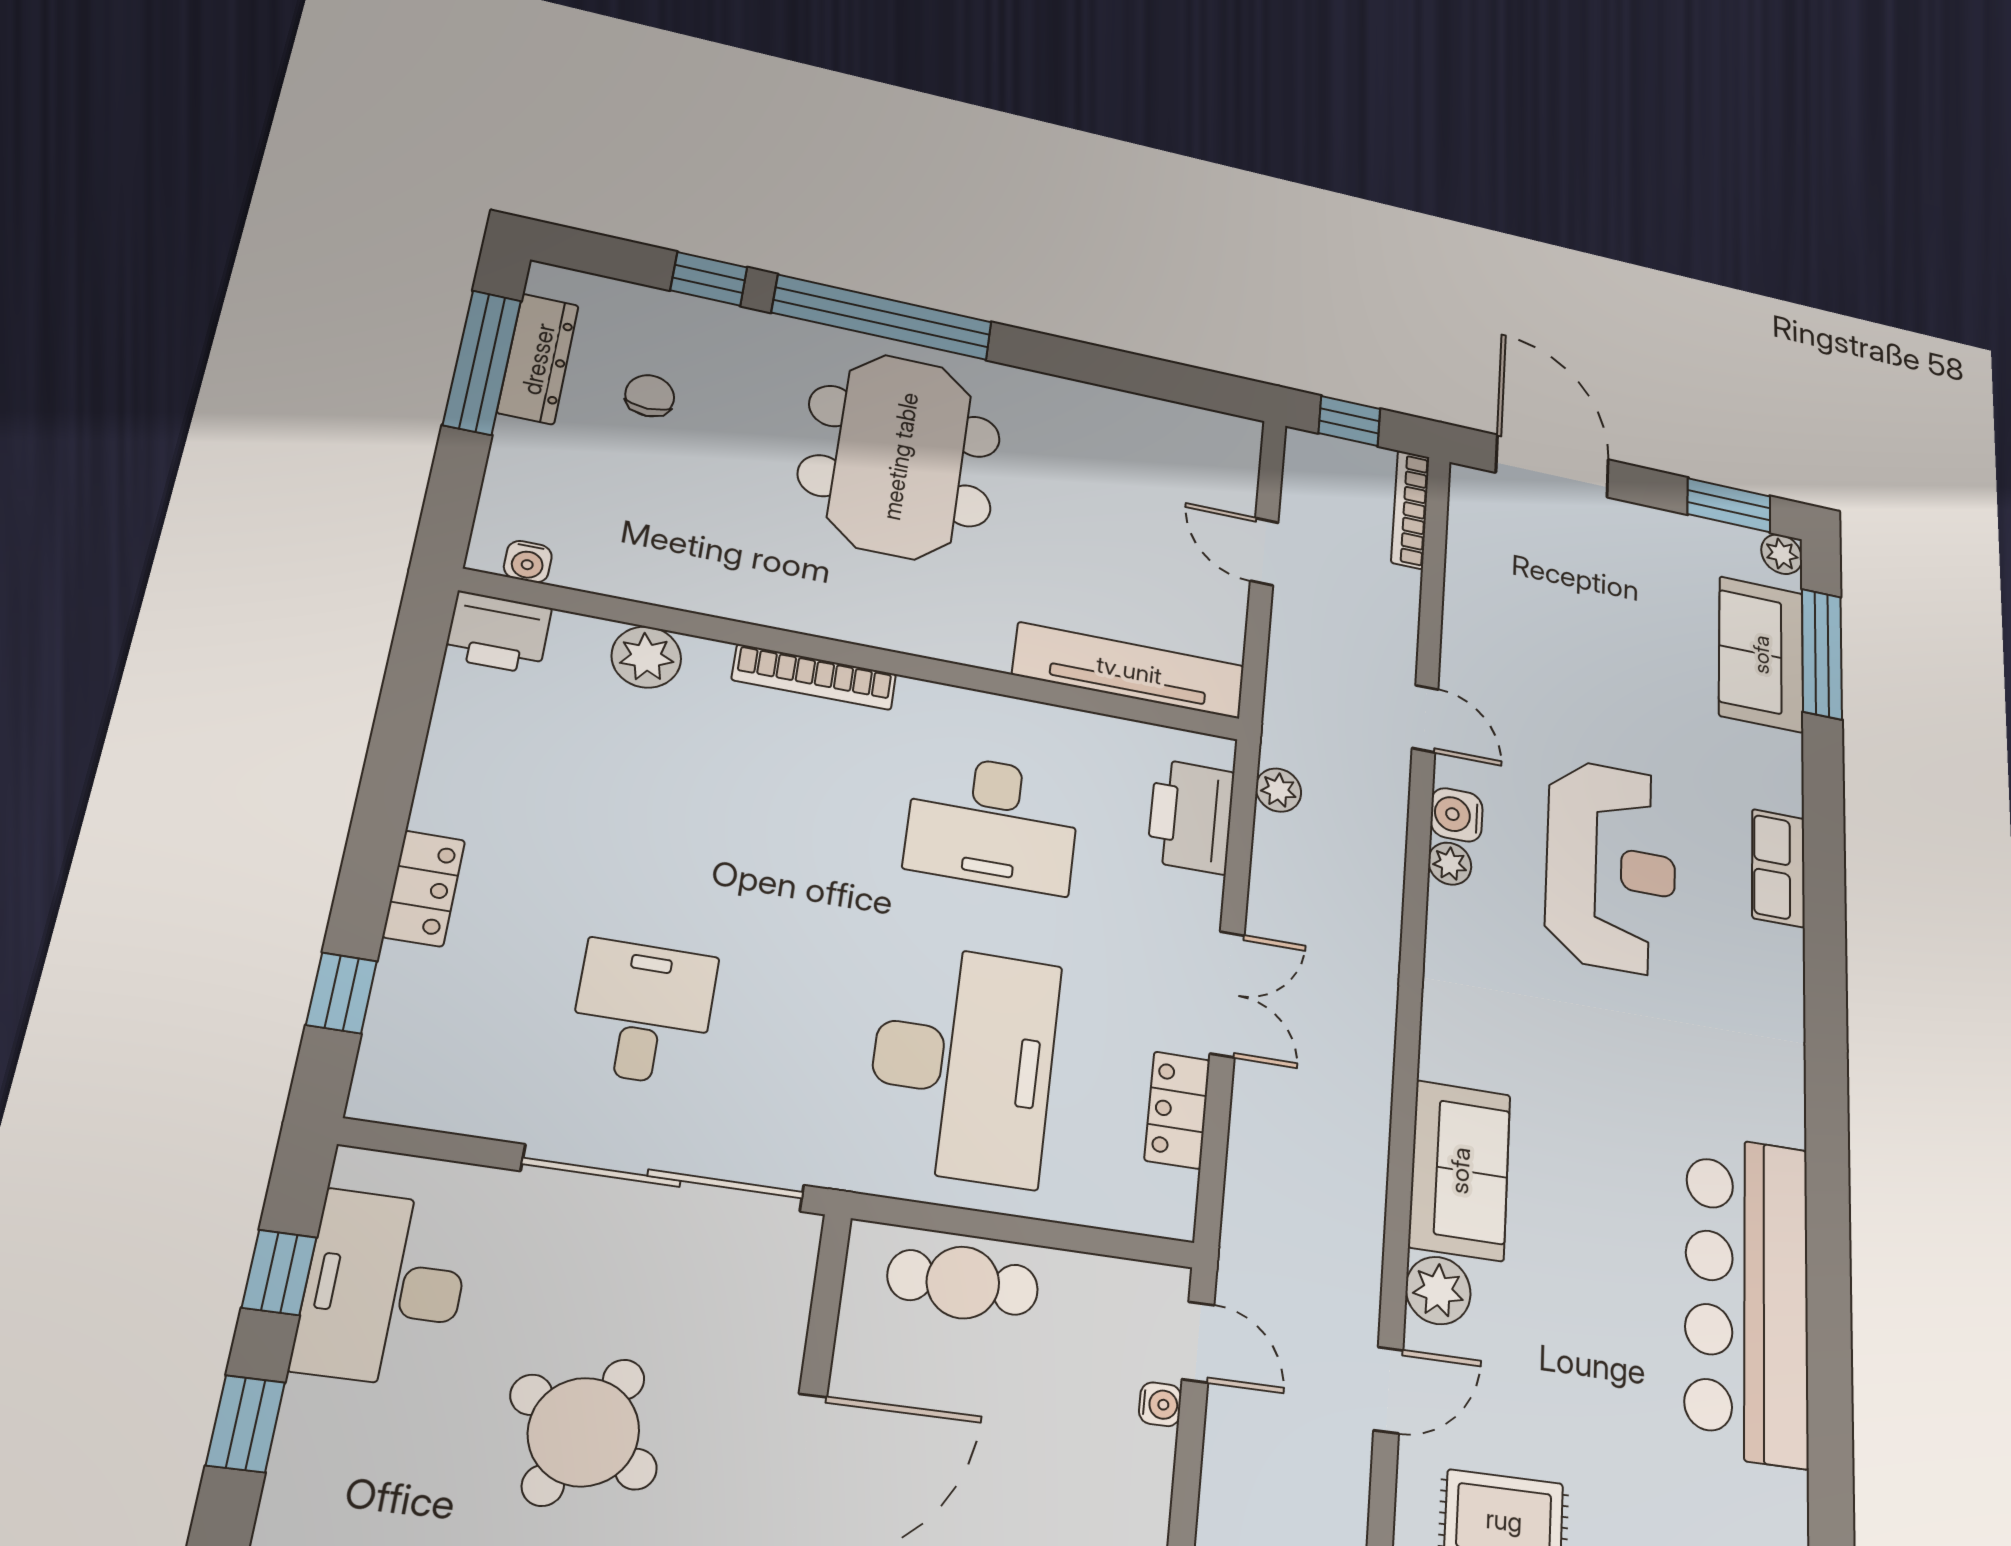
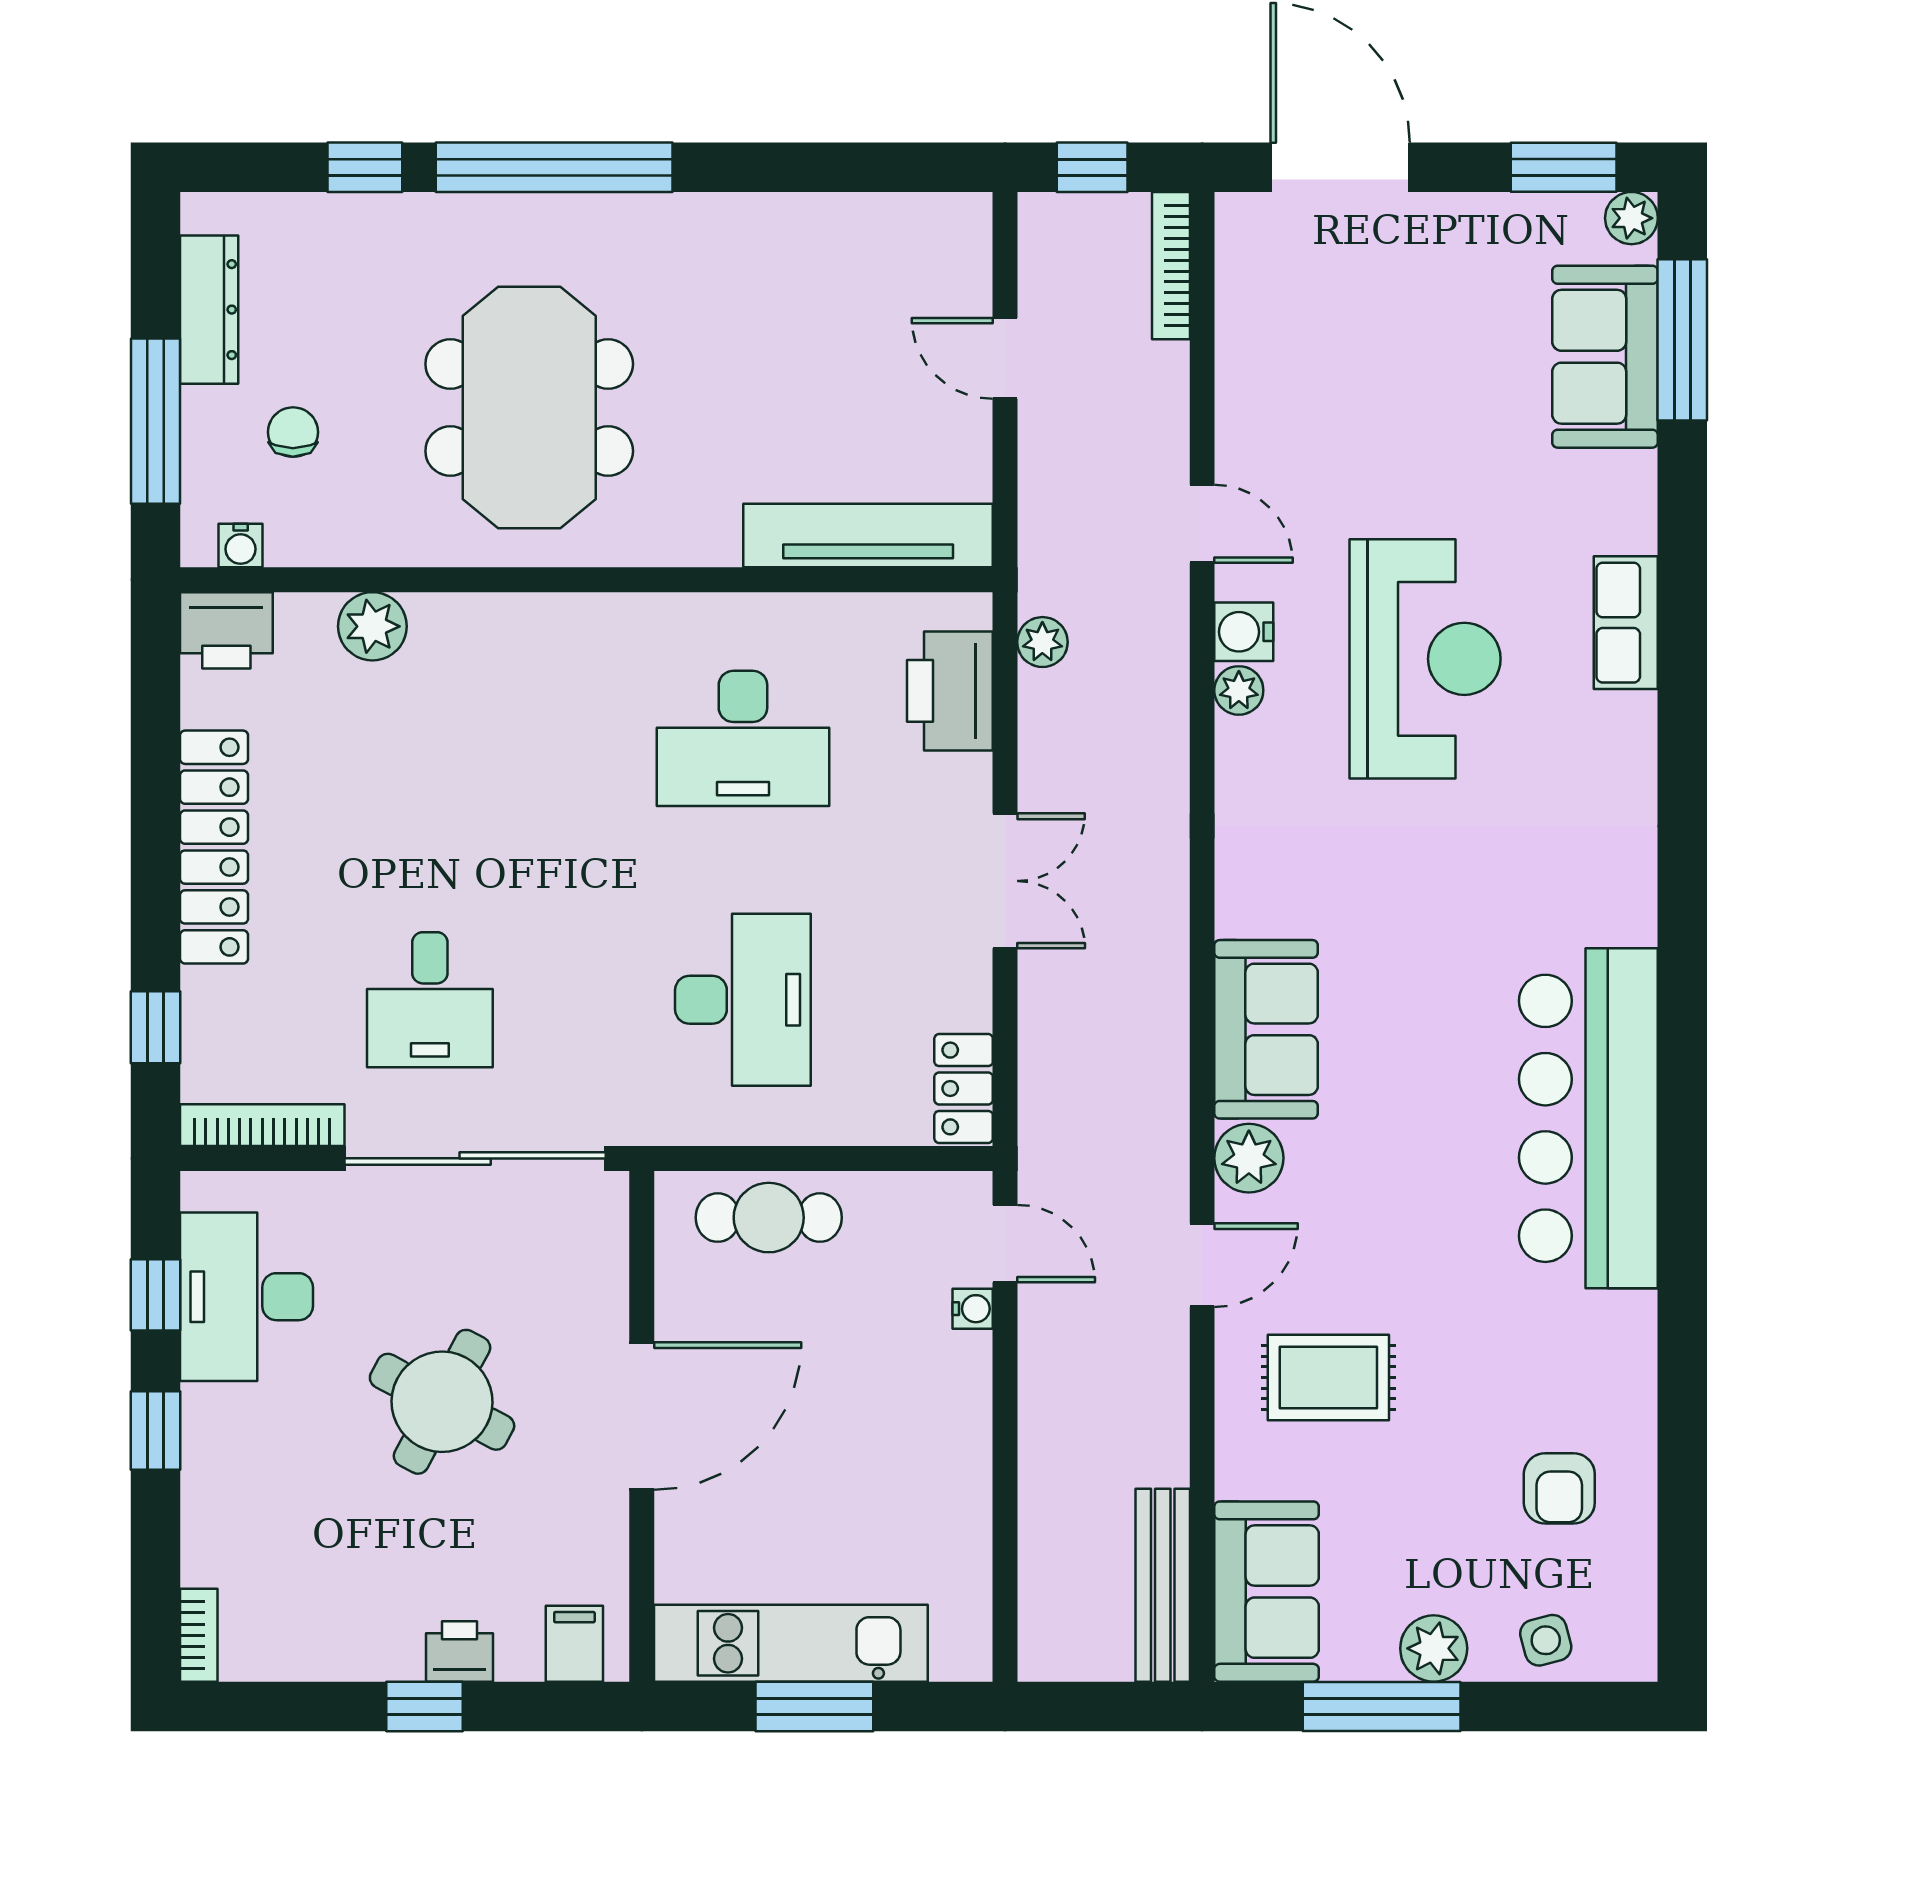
window: (482, 362) -> (155, 421), moved
chair: (650, 396) -> (293, 432), moved
meeting table: (900, 456) -> (529, 408), moved
bookcase: (814, 677) -> (262, 1125), moved, turned 180
locker: (424, 888) -> (214, 847), width x2.16, depth x1.21
desk: (643, 1012) -> (430, 1000), turned 180
desk: (963, 1063) -> (743, 1000), width x0.73, depth x0.77
locker: (1177, 1110) -> (964, 1088), moved

